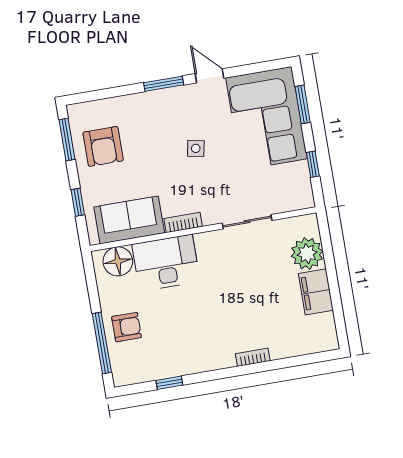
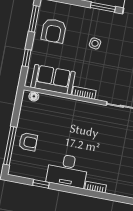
side table: (196, 148) -> (95, 43), moved
floor lamp: (118, 261) -> (34, 96), width x0.53, depth x0.53
desk: (166, 263) -> (67, 171), moved, turned 180

